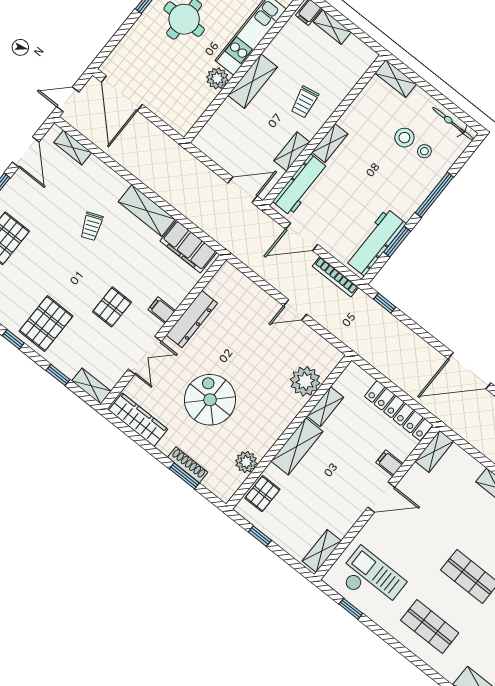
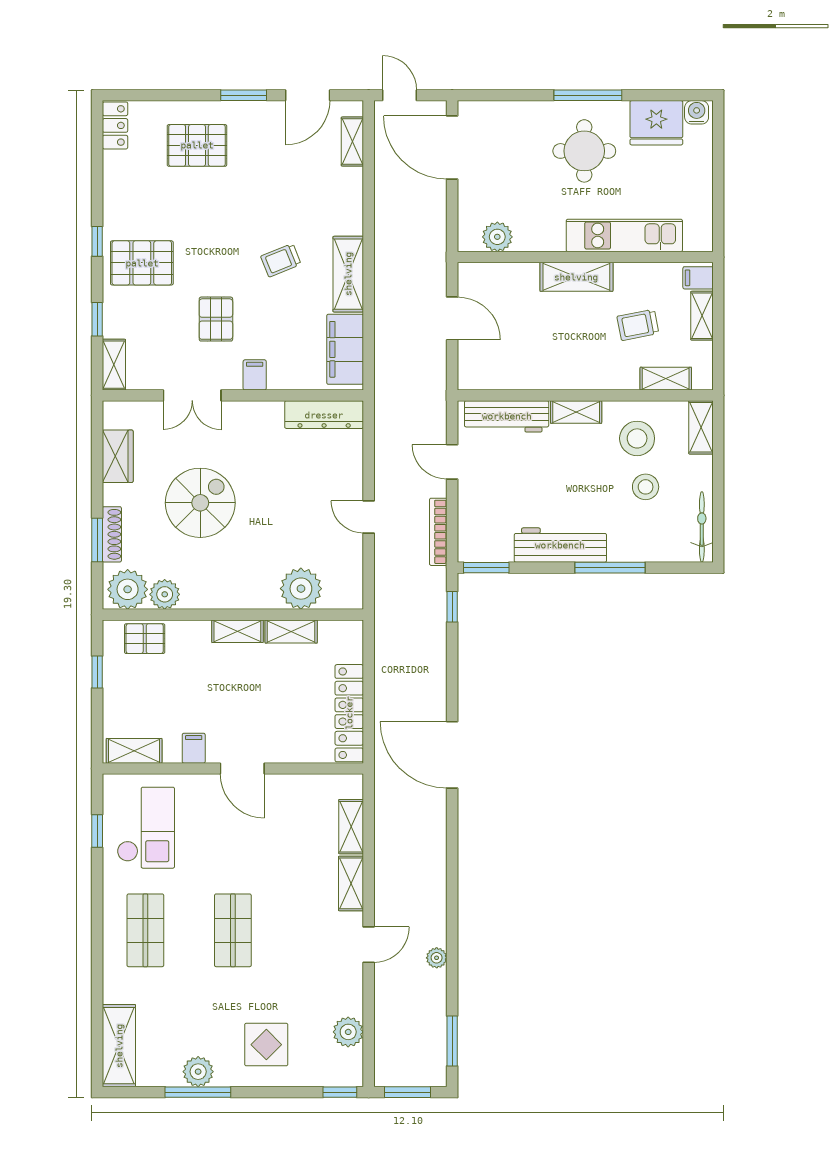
plant: (217, 78) -> (497, 237), moved
door: (122, 93) -> (452, 148), hinge flipped
trolley: (305, 102) -> (638, 325), moved
shelving: (292, 151) -> (666, 379), moved
stool: (424, 151) -> (637, 438), moved, width x1.89, depth x1.89
door: (242, 190) -> (452, 318), moved
trolley: (92, 226) -> (281, 260), moved
door: (302, 237) -> (452, 462), width x0.73
workbench: (375, 242) -> (560, 545), moved
window: (397, 242) -> (486, 568), moved
pallet: (112, 307) -> (216, 319), turned 90
dresser: (192, 319) -> (324, 415), moved
wardrobe: (138, 420) -> (118, 456), width x0.67
shelving: (297, 446) -> (237, 631), width x0.67, depth x0.75
shelving: (434, 451) -> (351, 827), moved, turned 90
filing cabinet: (389, 463) -> (194, 748), moved
plant: (226, 481) -> (128, 589), added

